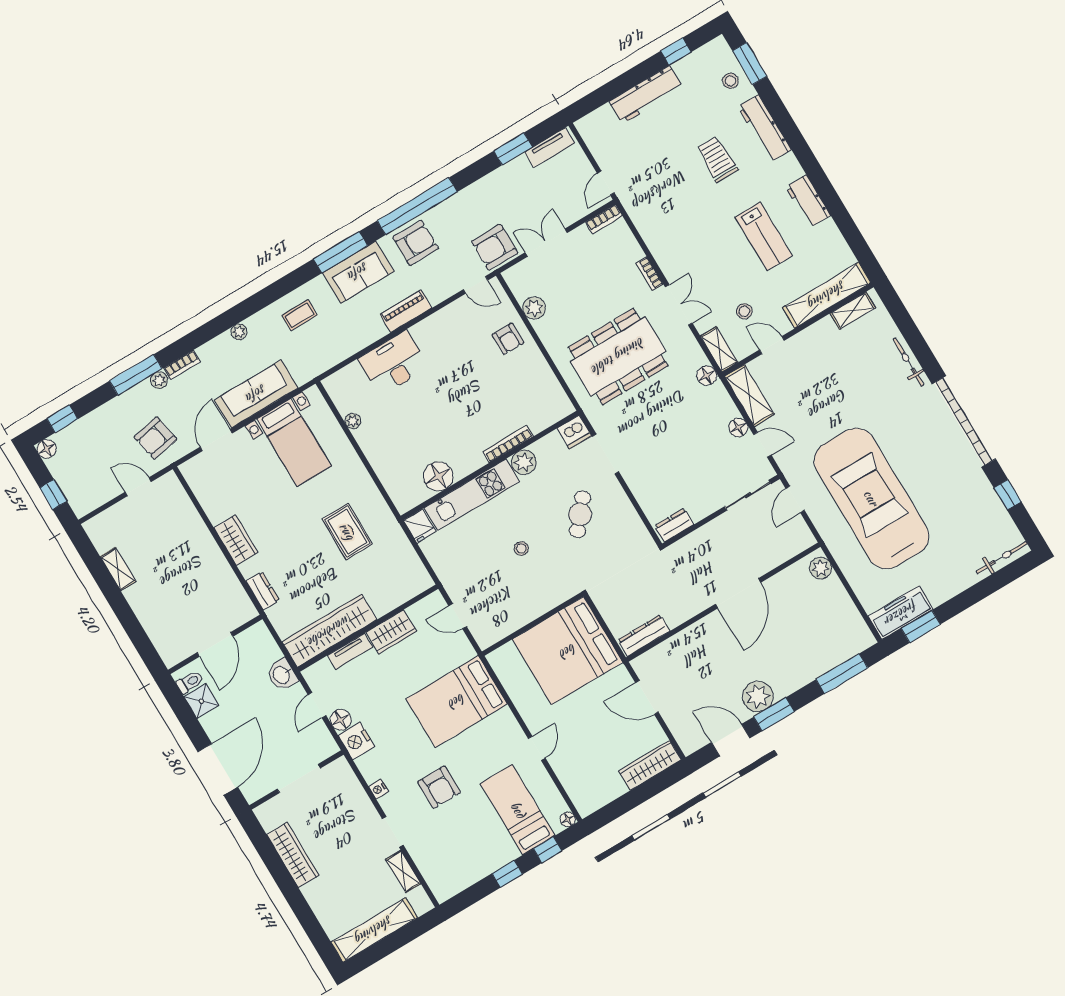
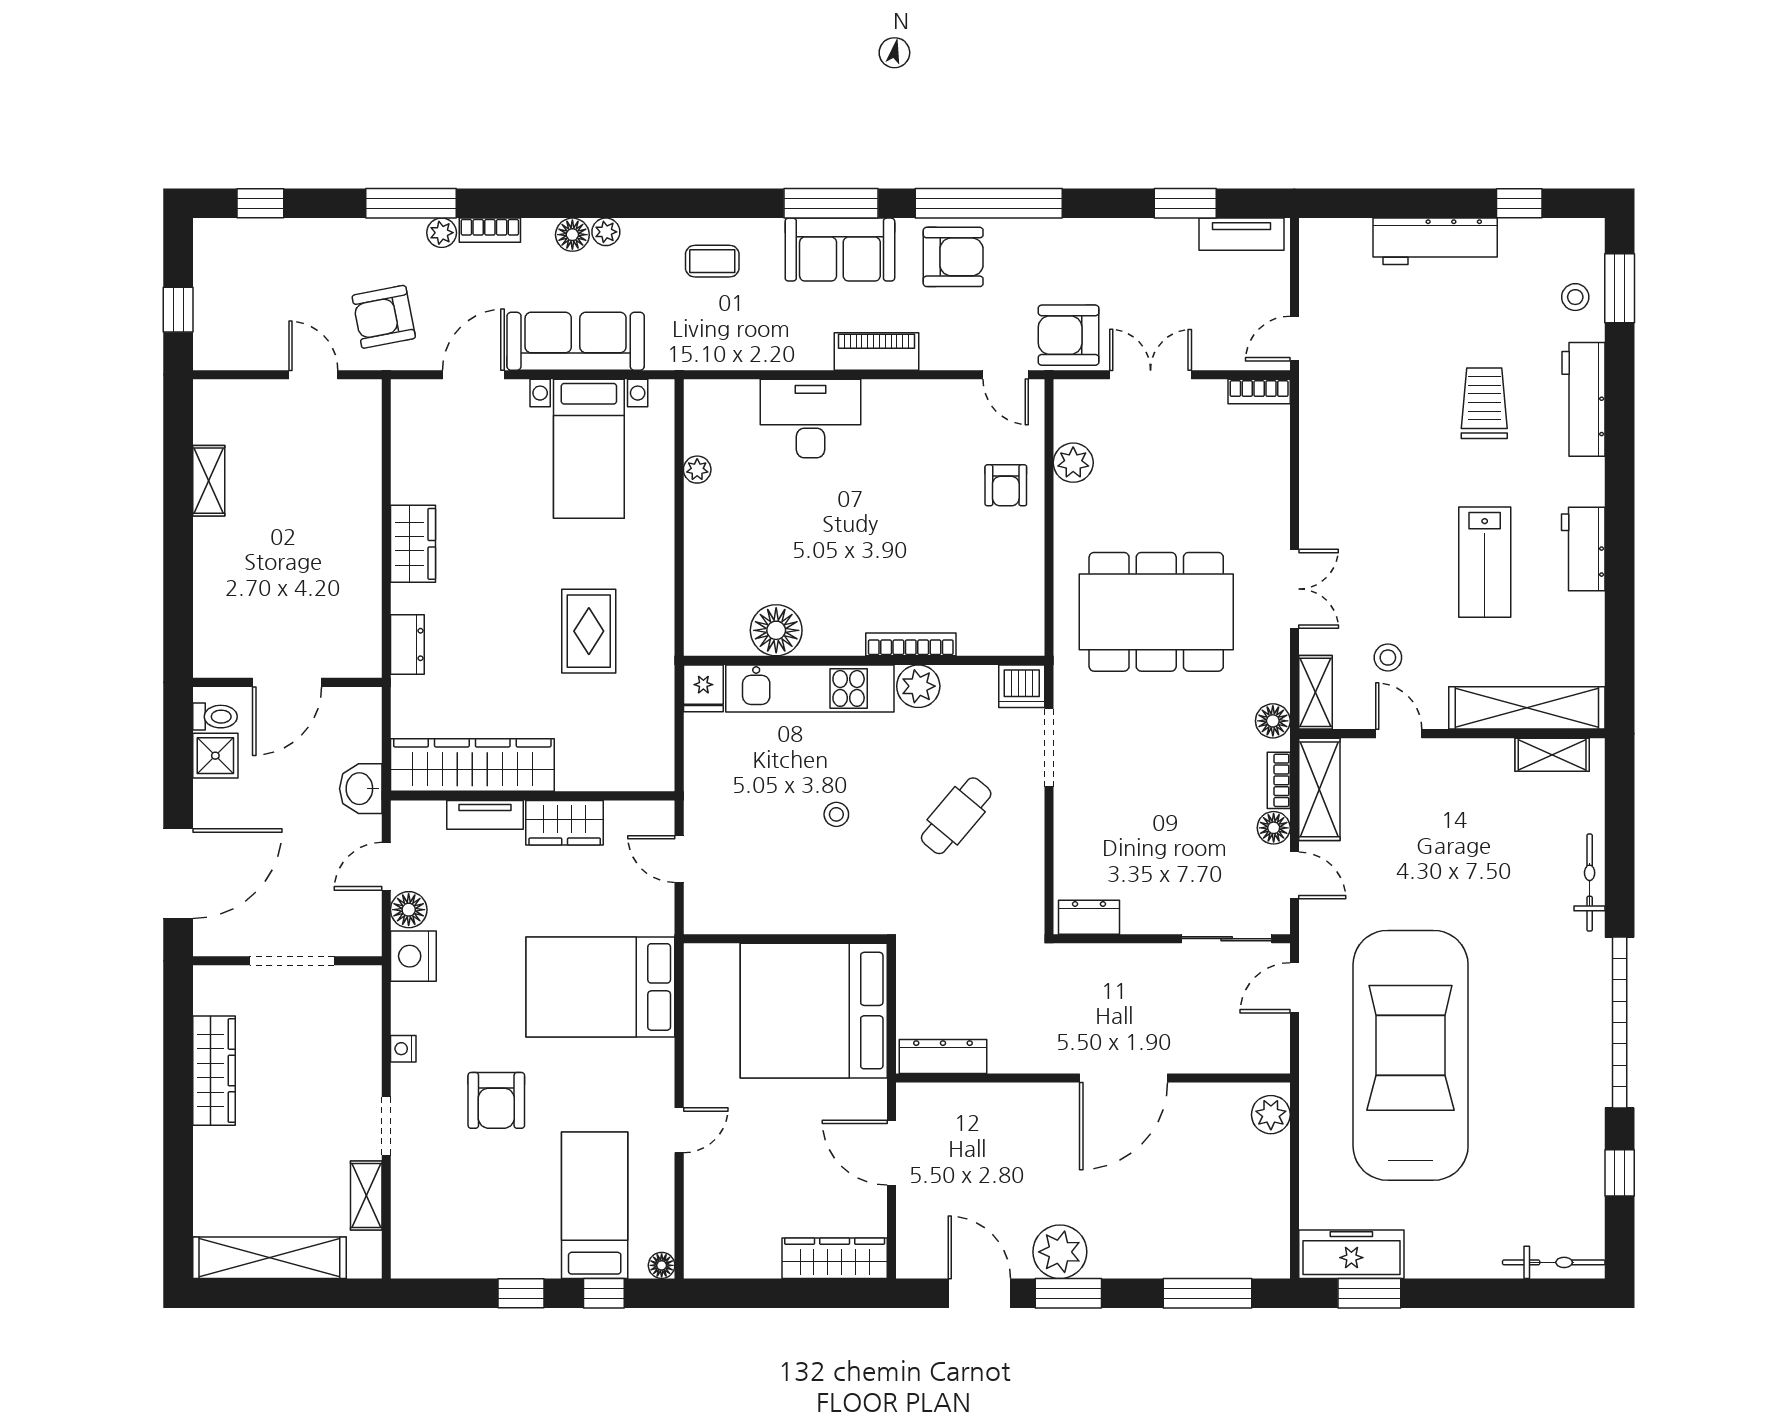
bookcase: (650, 274) -> (1279, 780), moved
floor lamp: (47, 449) -> (572, 235), moved

